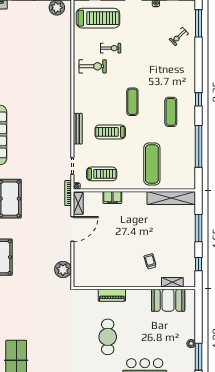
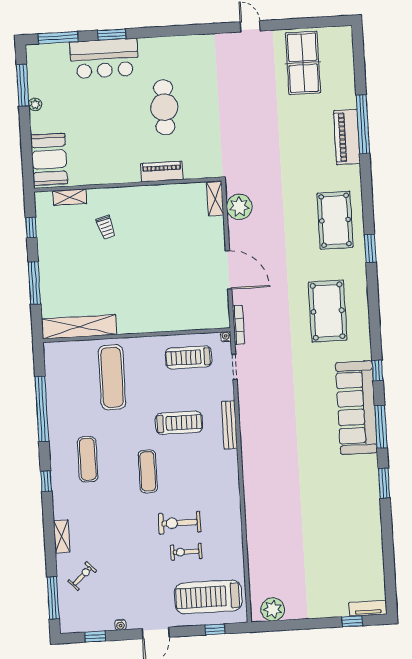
shelving: (191, 63) -> (62, 536), added
exercise bike: (93, 66) -> (180, 523), moved
filing cabinet: (112, 198) -> (170, 322), removed
shelving: (78, 203) -> (215, 199), moved
door: (72, 229) -> (229, 270), swing flipped
booth: (168, 300) -> (49, 159), moved, turned 90

